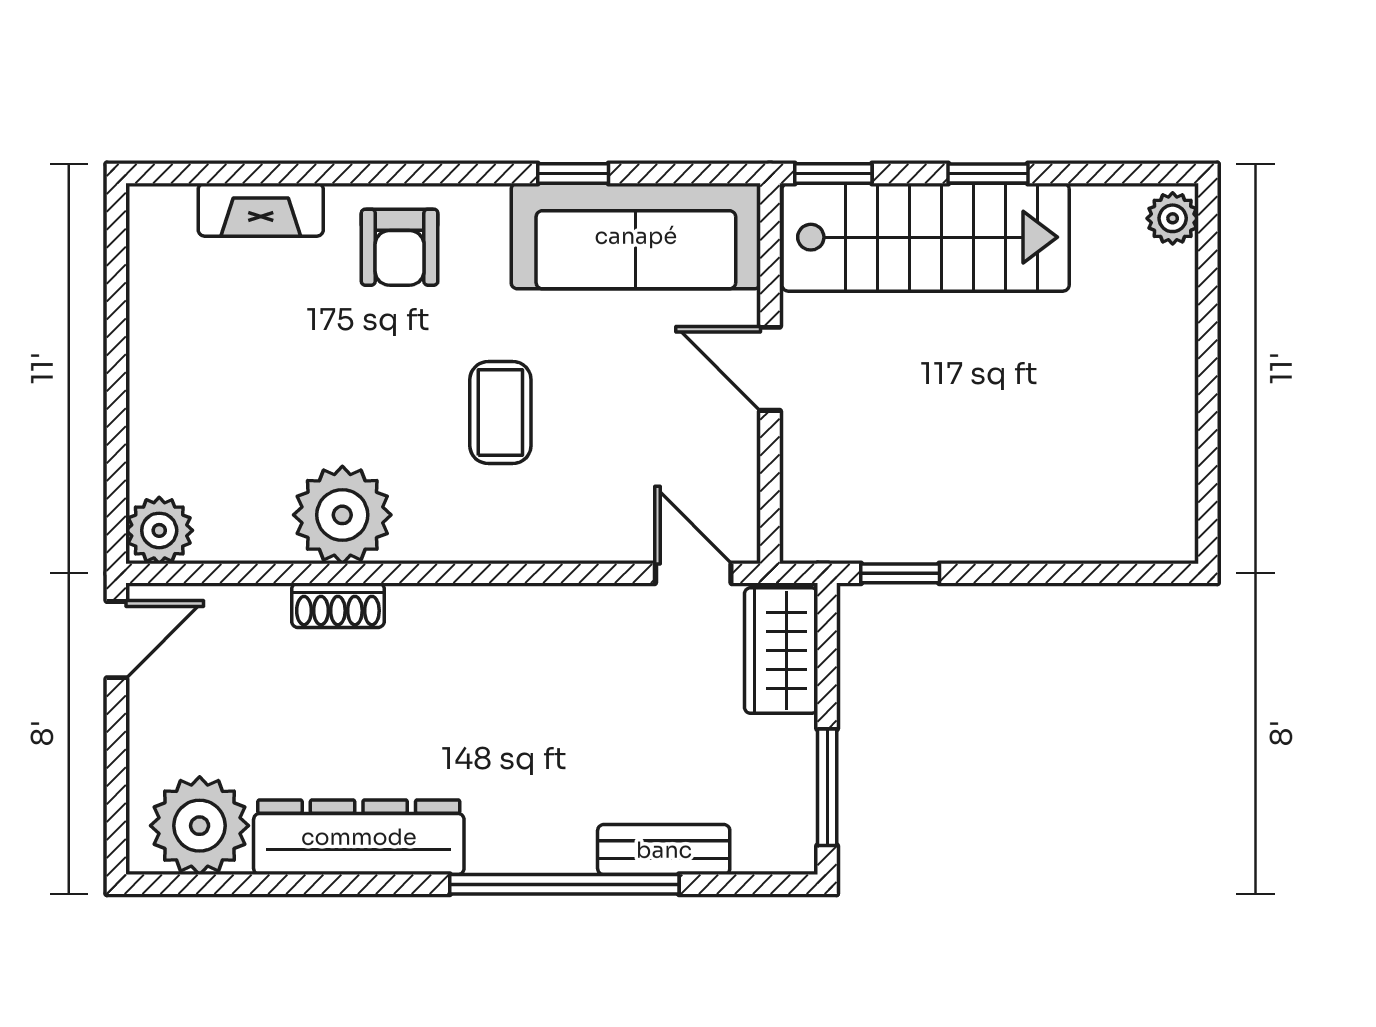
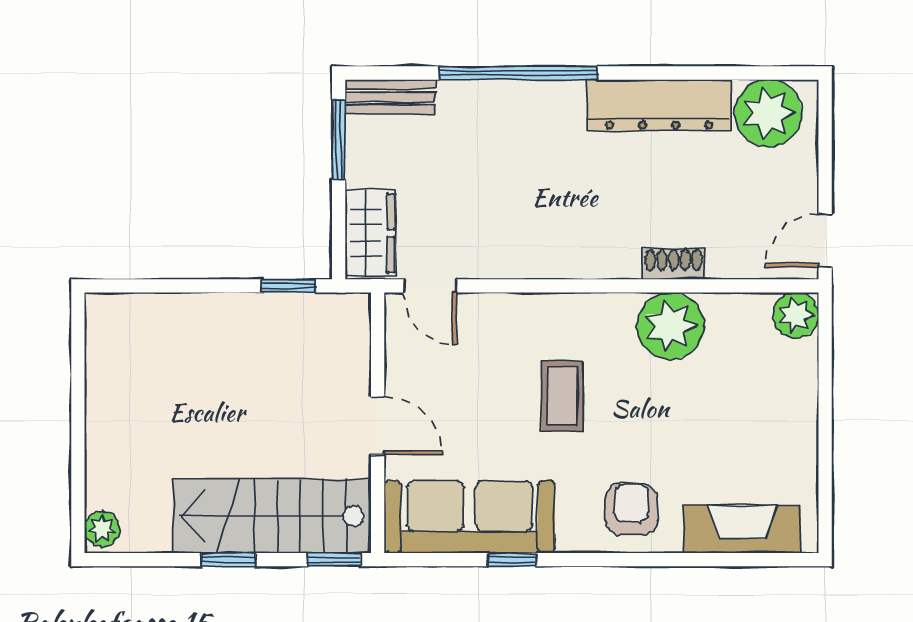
fireplace: (261, 210) -> (742, 529), width x1.37, depth x1.32
bench: (664, 850) -> (390, 97), moved

